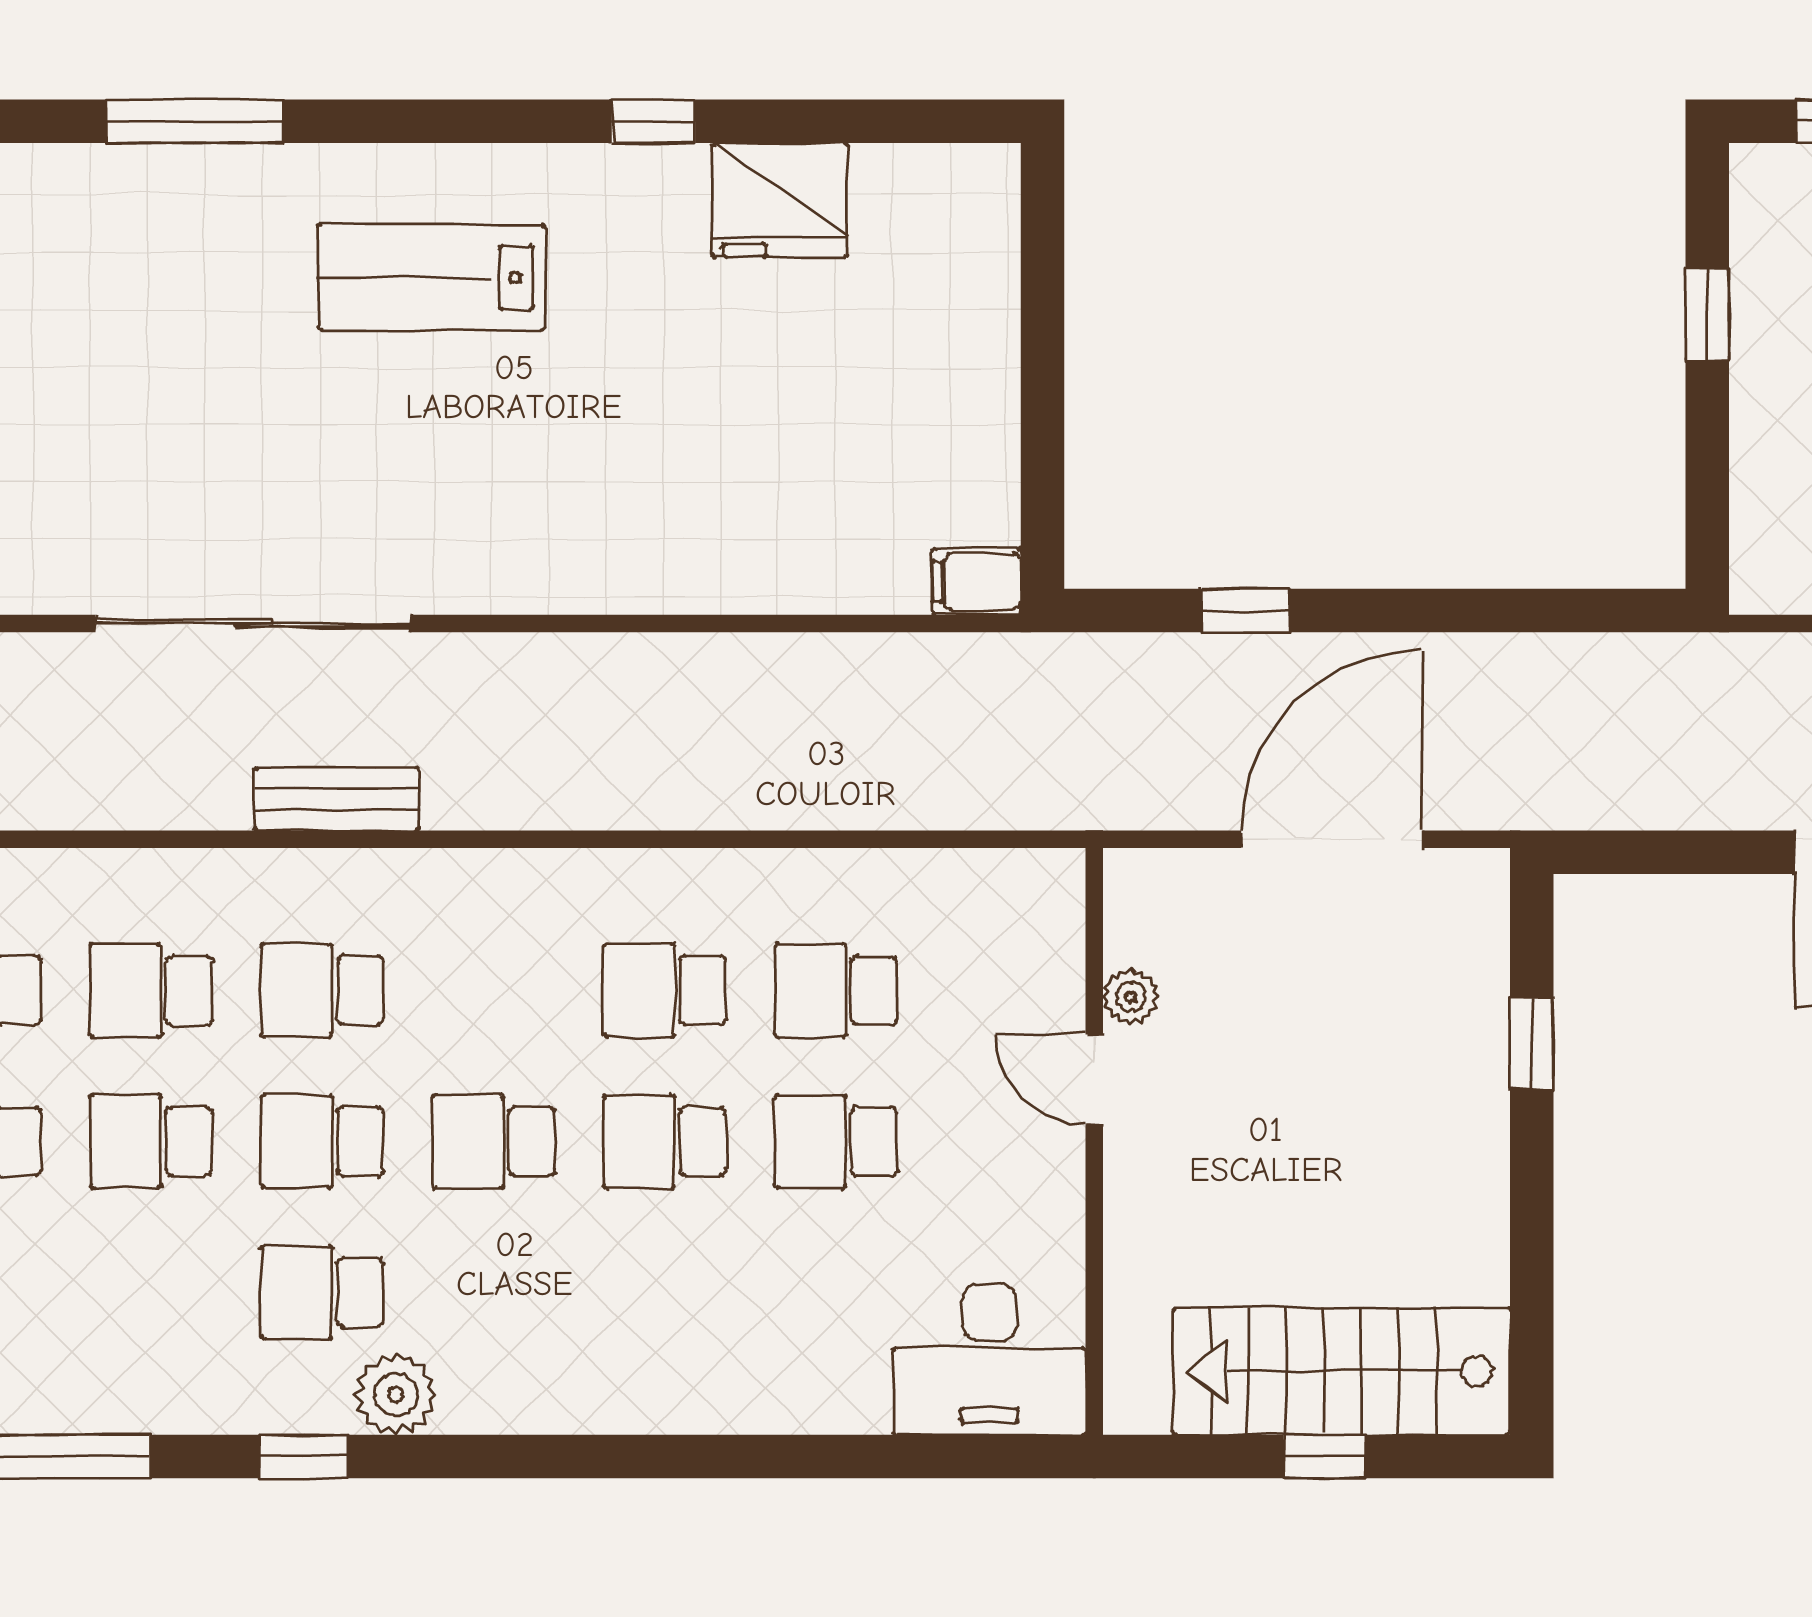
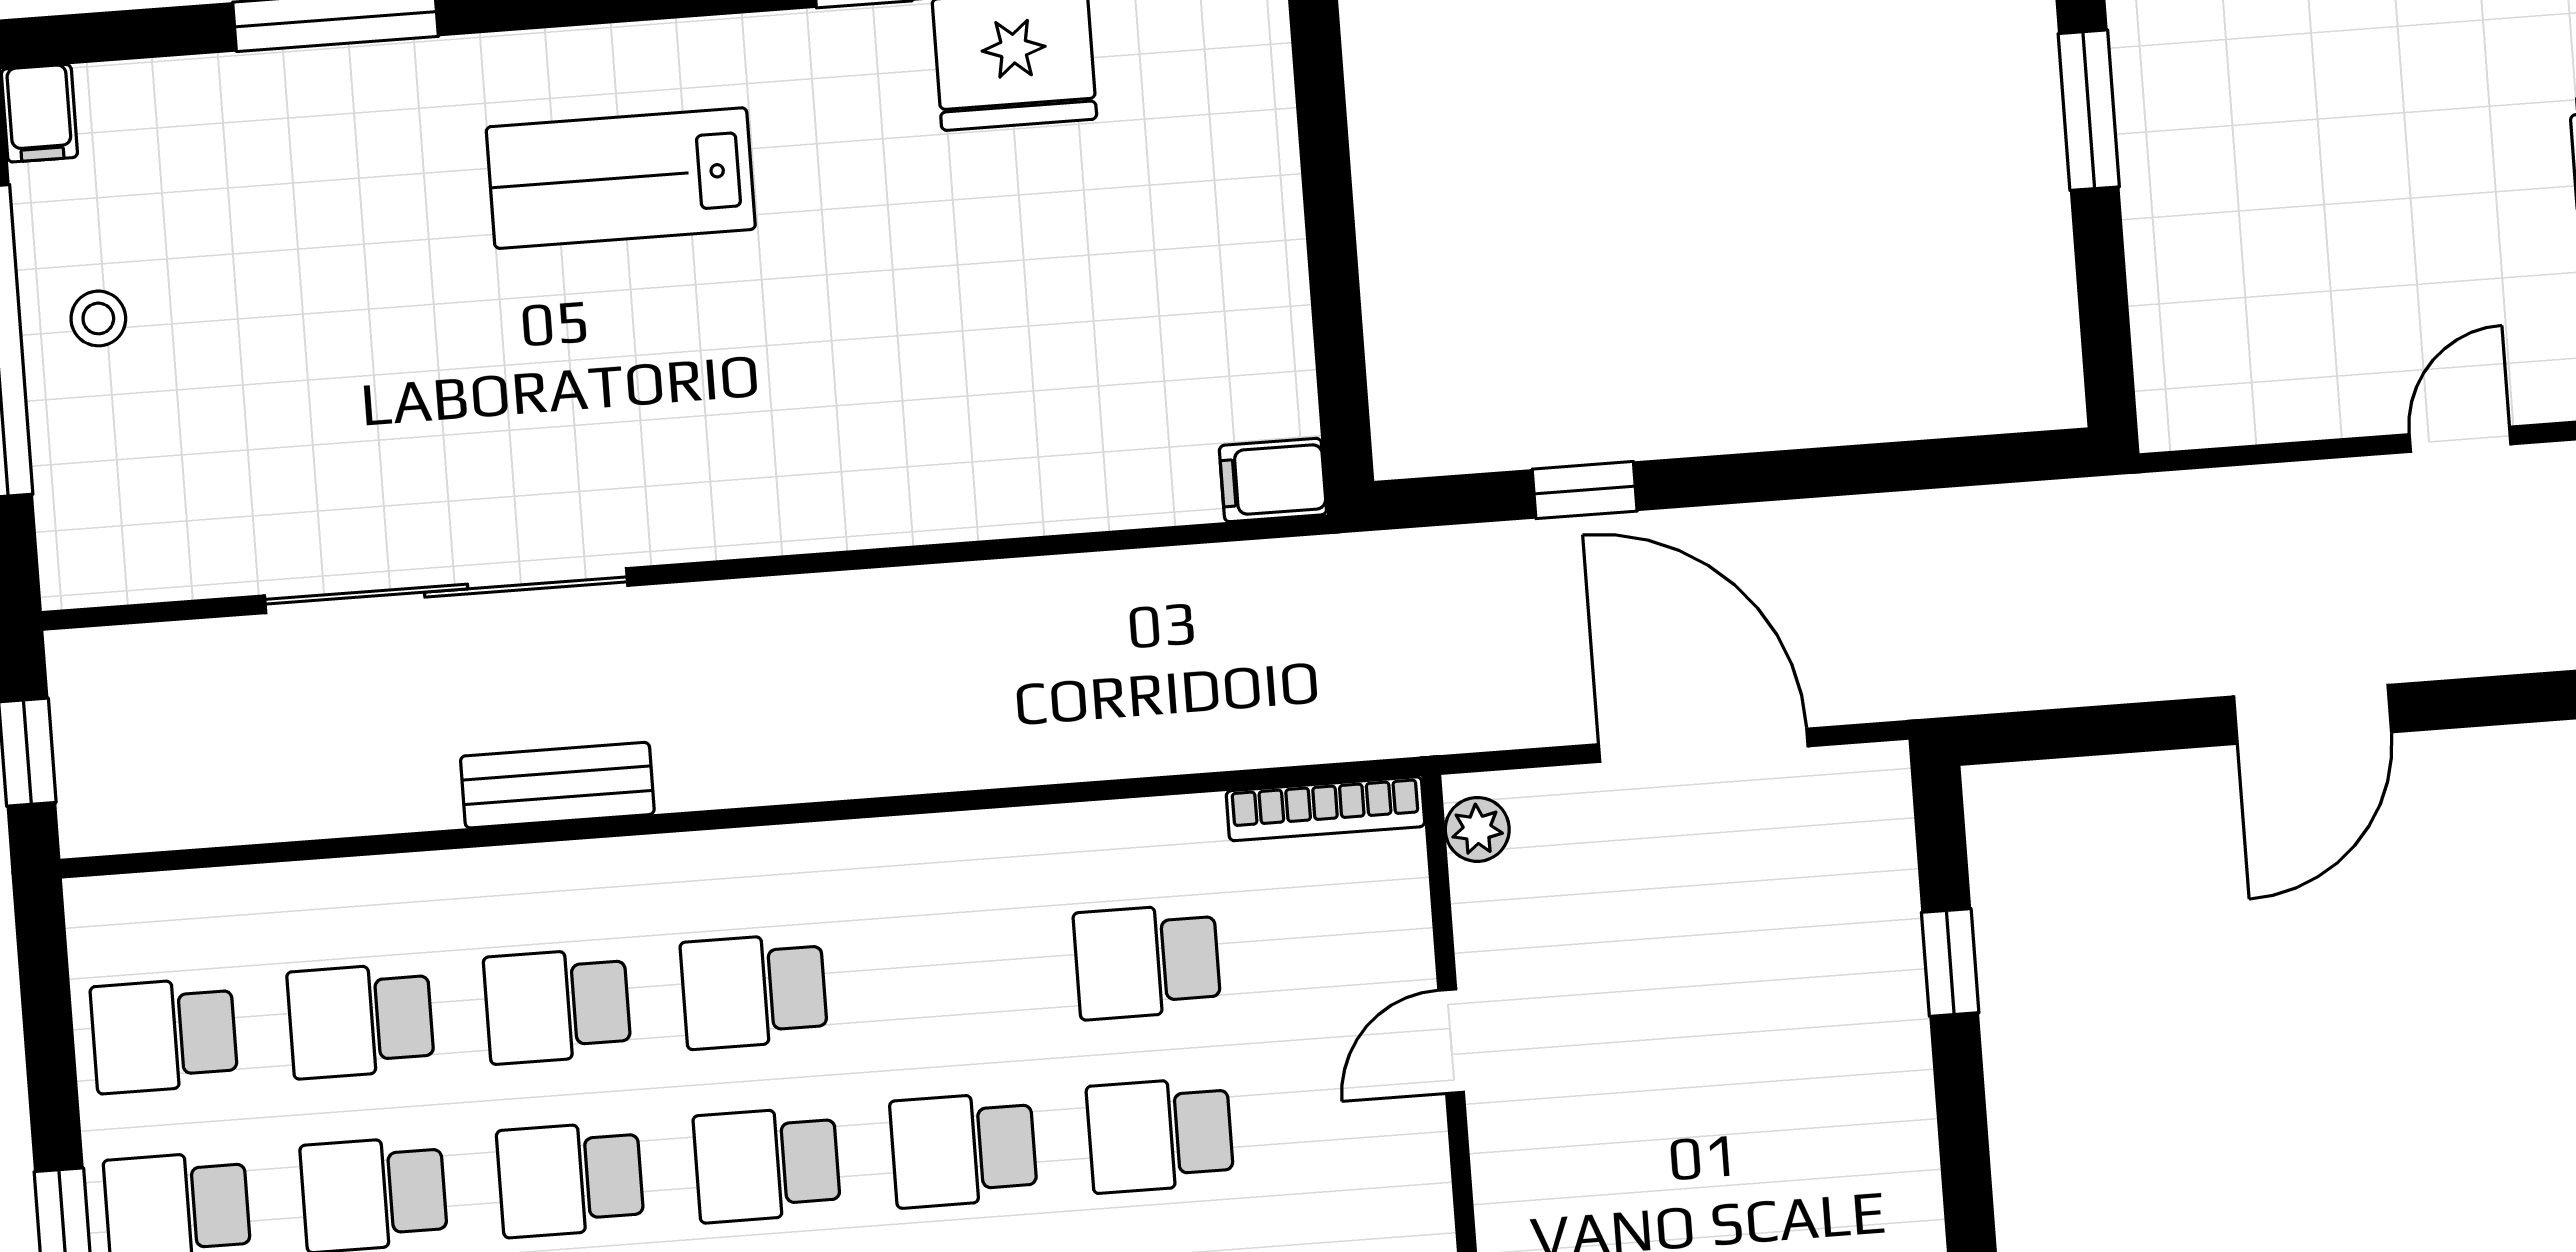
window: (1707, 314) -> (2089, 110), width x1.50
door: (1332, 839) -> (1703, 745), hinge flipped
bookcase: (1001, 870) -> (1325, 809), added
school desk: (665, 990) -> (754, 991), moved
plant: (1131, 997) -> (1477, 829), moved
door: (1094, 1079) -> (1451, 1041), hinge flipped

